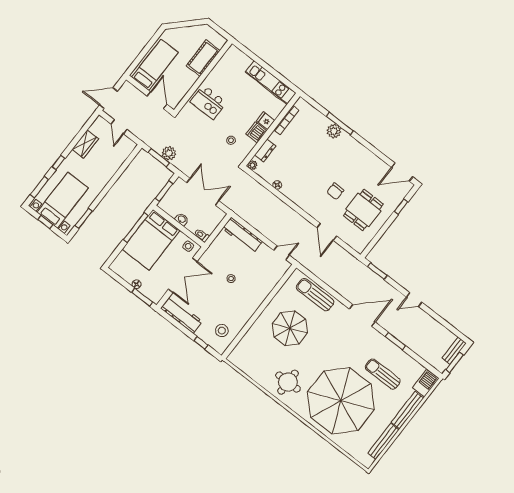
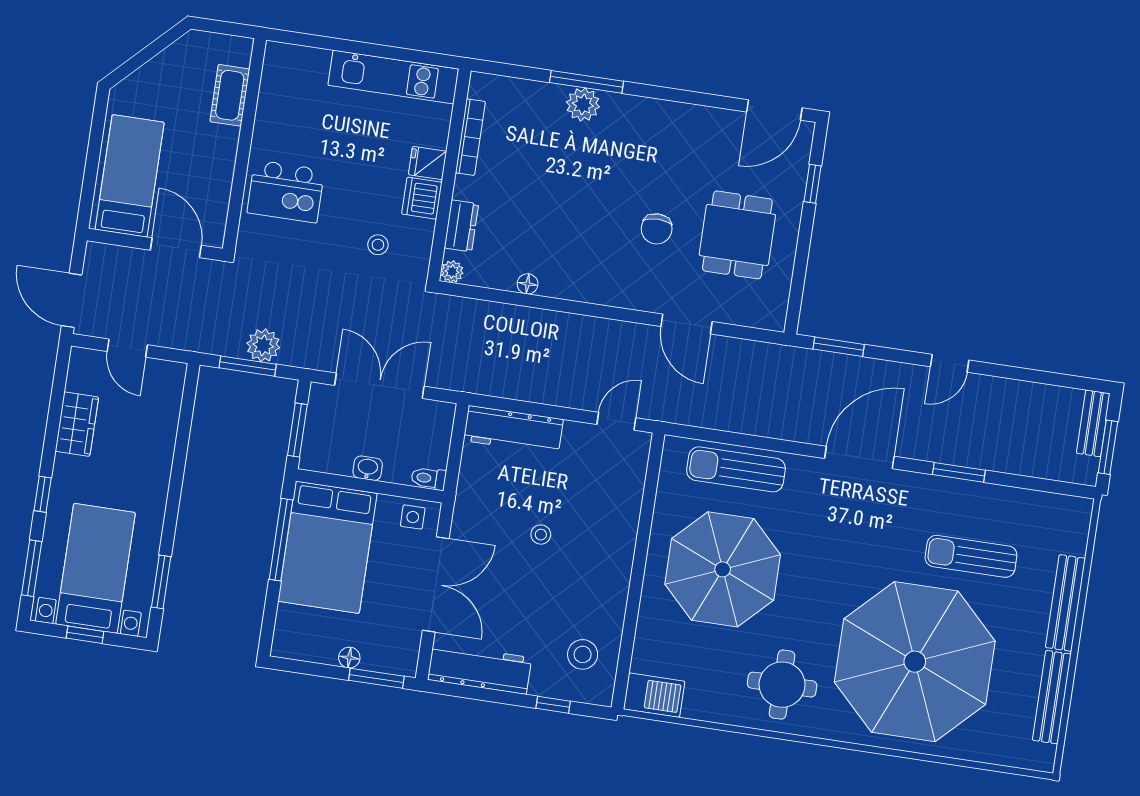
cot: (203, 58) -> (230, 95), width x0.73, depth x0.75
door: (108, 98) -> (72, 300), hinge flipped
parasol: (290, 328) -> (723, 569), width x1.36, depth x1.36
barbecue: (426, 383) -> (654, 695), moved, turned 90

